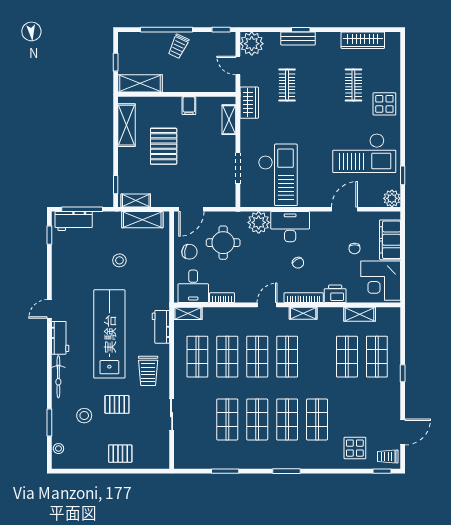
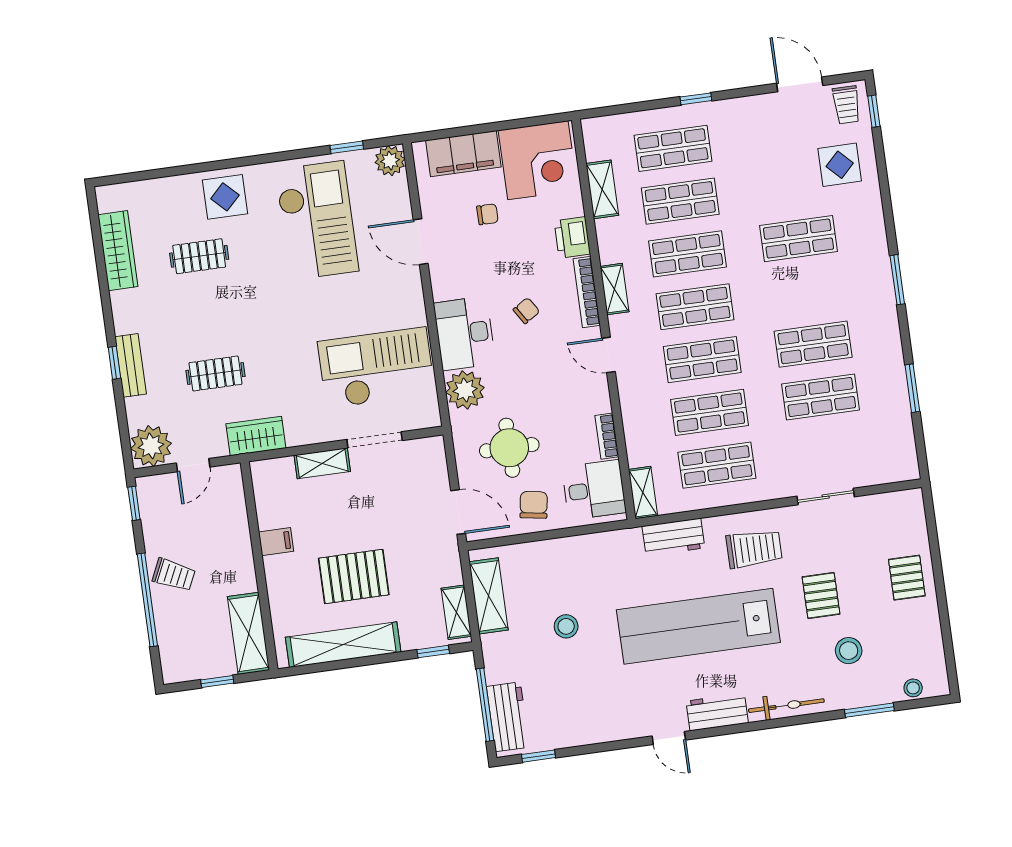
shelving: (229, 120) -> (322, 463), moved
shelving: (126, 125) -> (343, 645), width x1.47
shop shelf: (287, 419) -> (688, 254), moved

